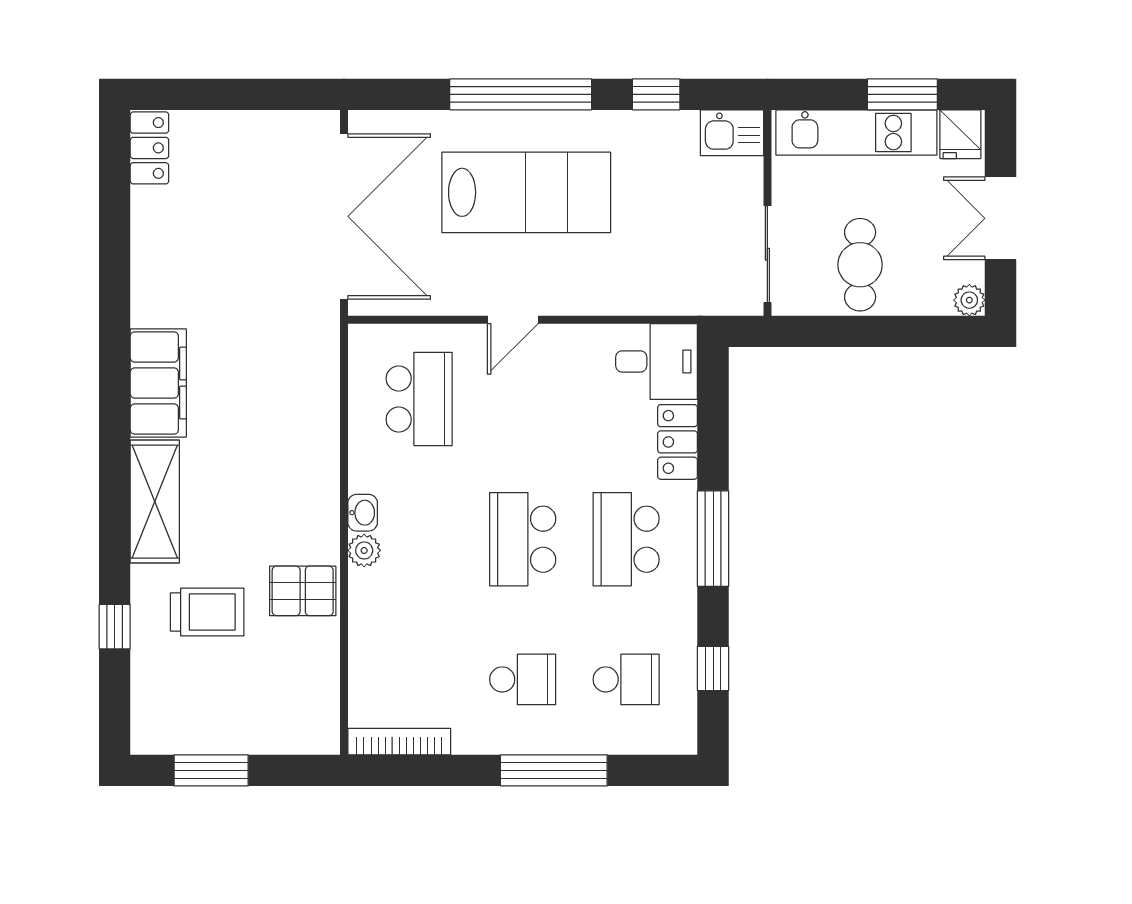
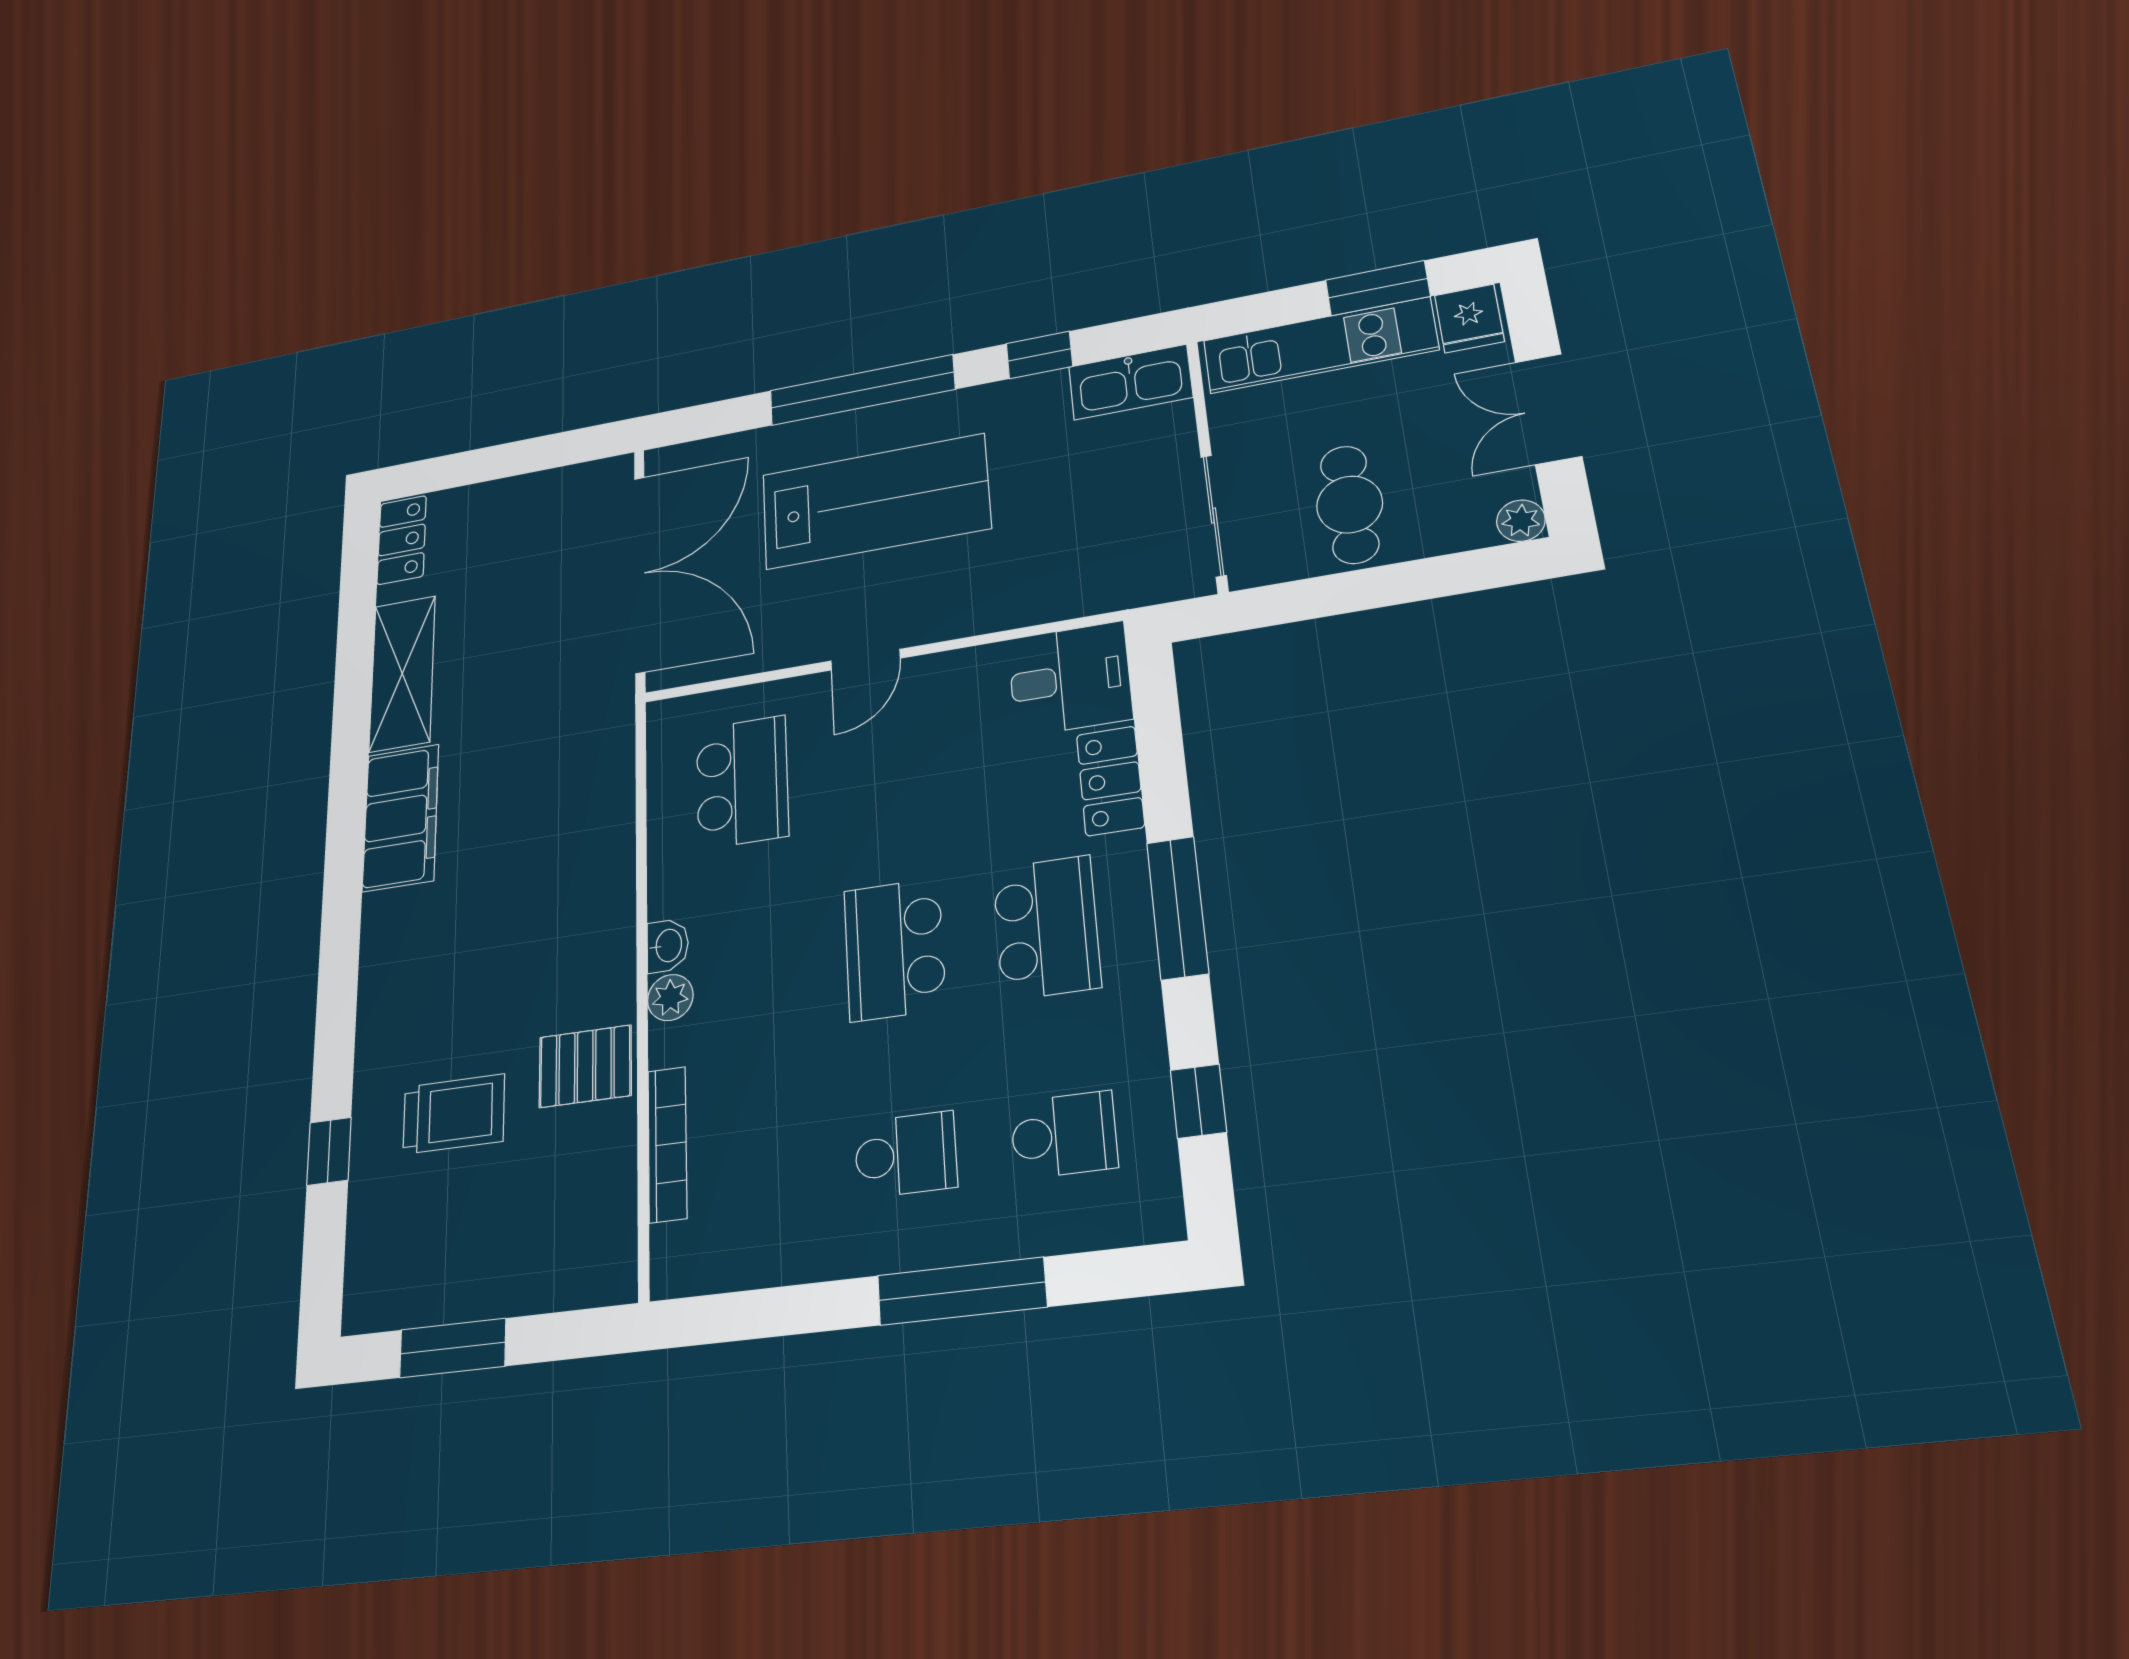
kitchen sink: (732, 133) -> (1130, 382), width x1.38
shelving: (155, 502) -> (402, 673), moved
school desk: (626, 539) -> (1047, 927), turned 180
bookcase: (399, 742) -> (667, 1144), moved, turned 90

